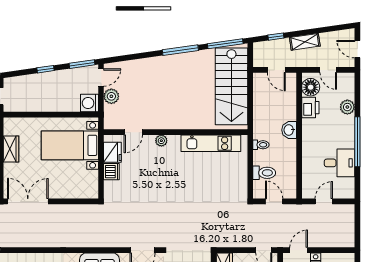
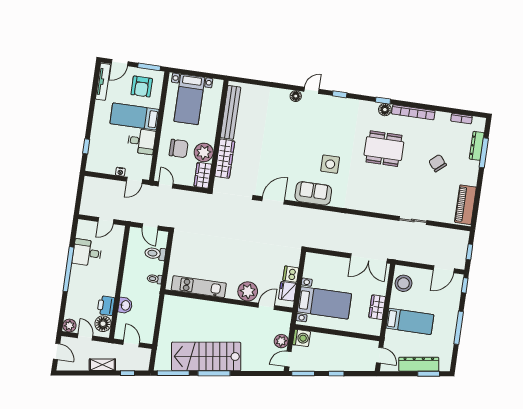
stairs: (231, 86) -> (206, 356), moved, turned -98
plant: (347, 107) -> (69, 326), moved
washbasin: (289, 130) -> (125, 305), moved
plant: (161, 141) -> (248, 291), width x1.88, depth x1.88

